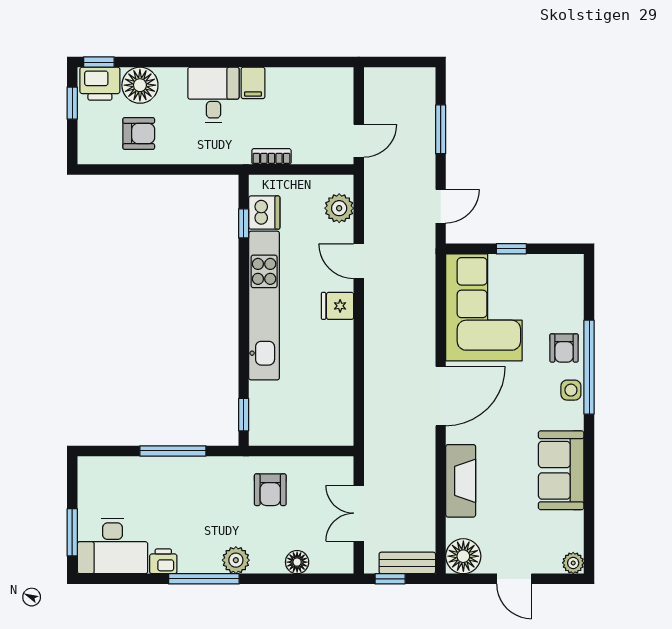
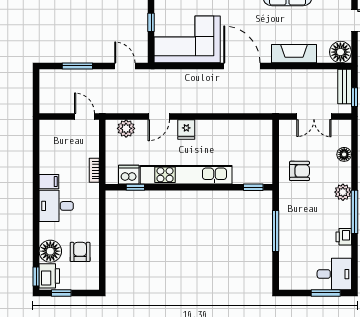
desk: (112, 546) -> (334, 274), width x0.73

